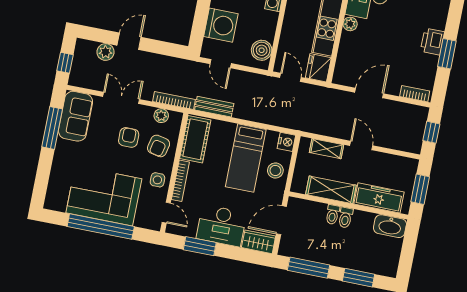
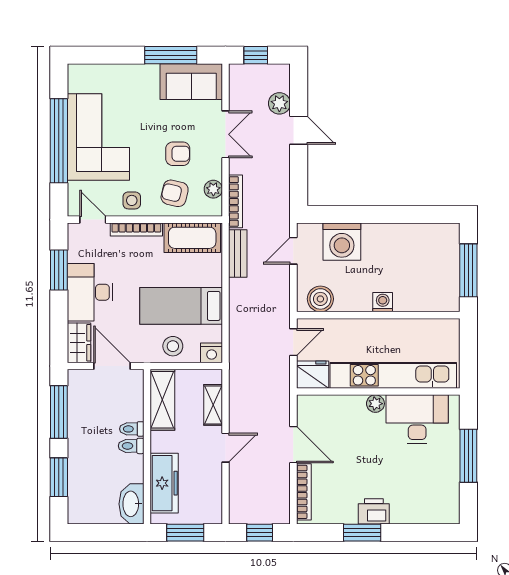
bookcase: (415, 94) -> (304, 492), width x1.56
shelving: (331, 190) -> (162, 400), moved
door: (166, 213) -> (93, 220), swing flipped

